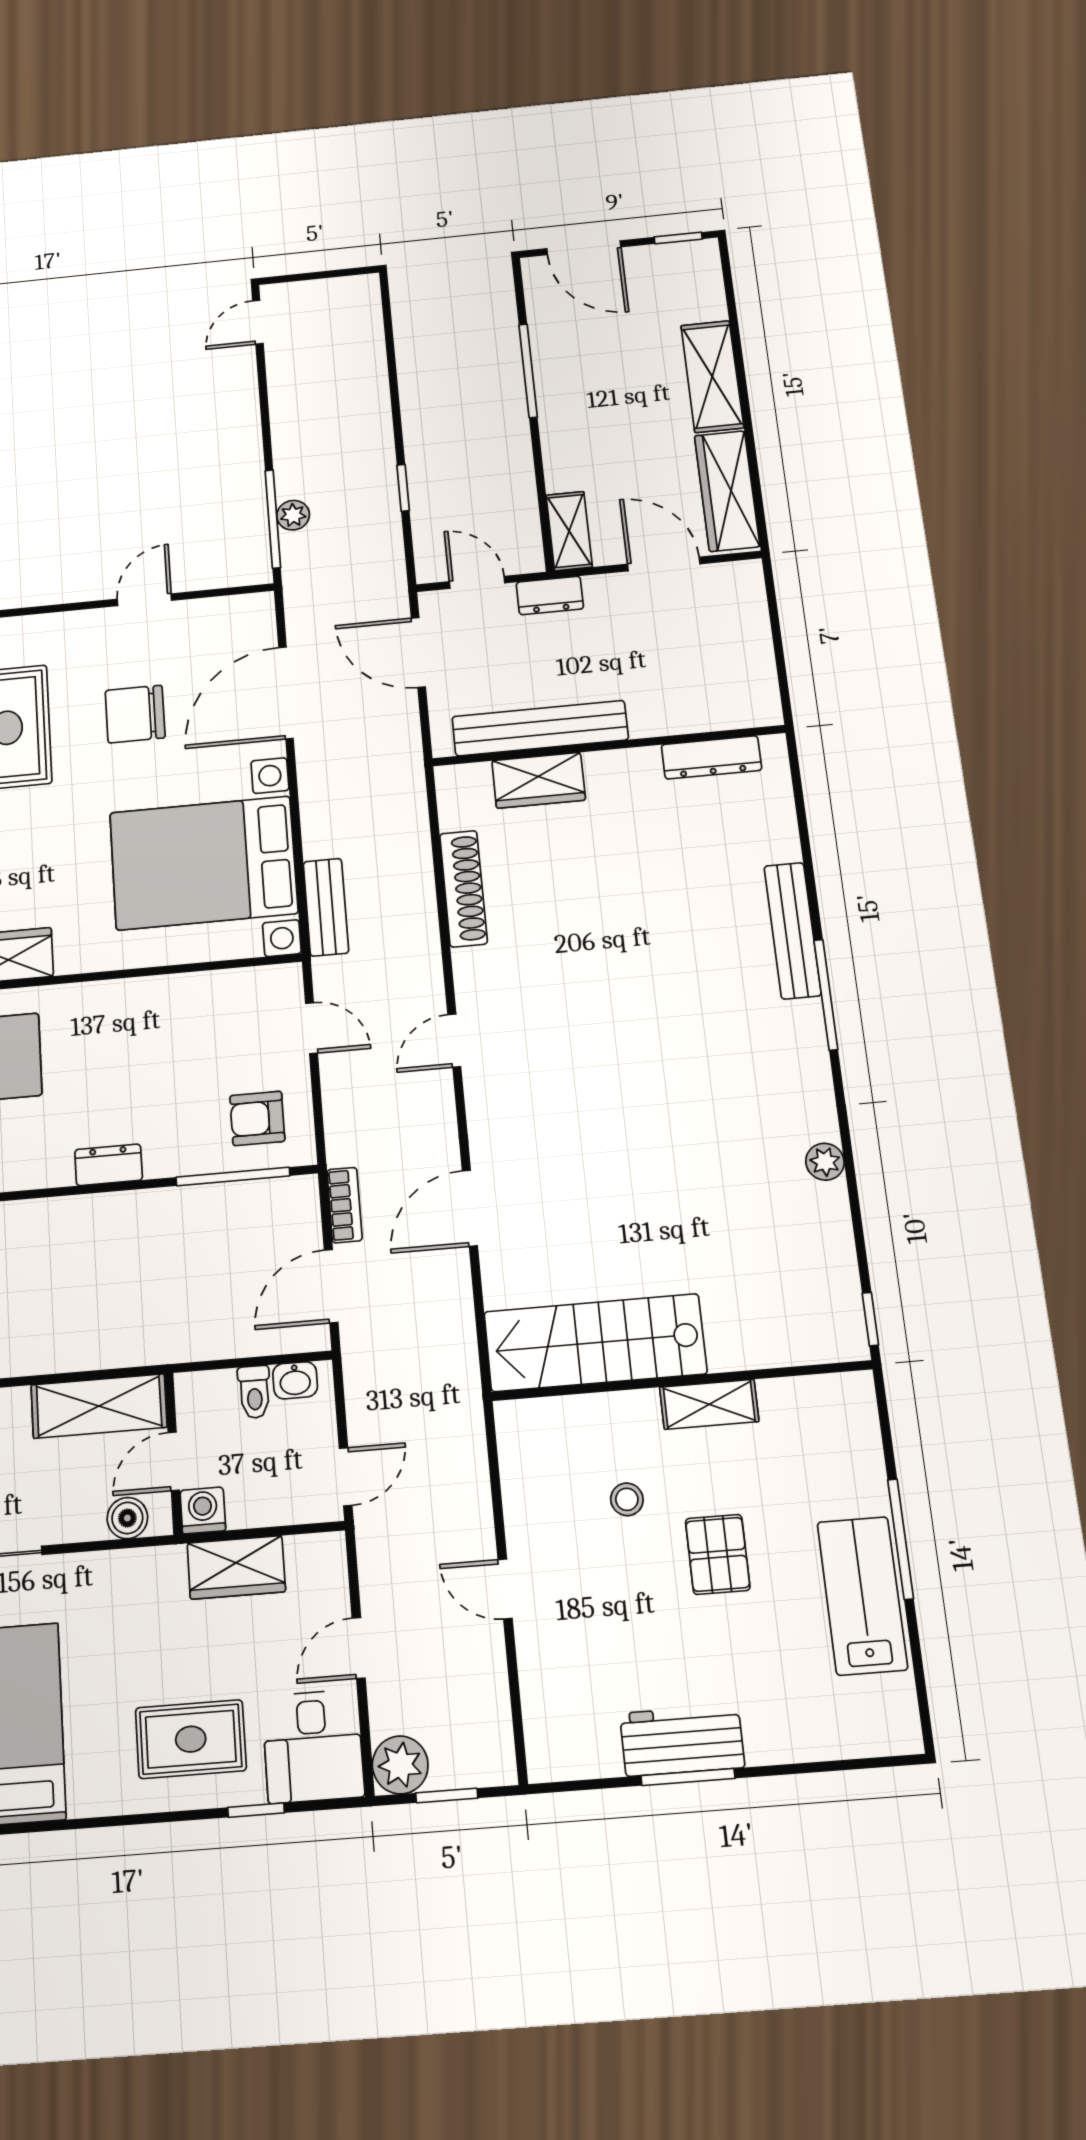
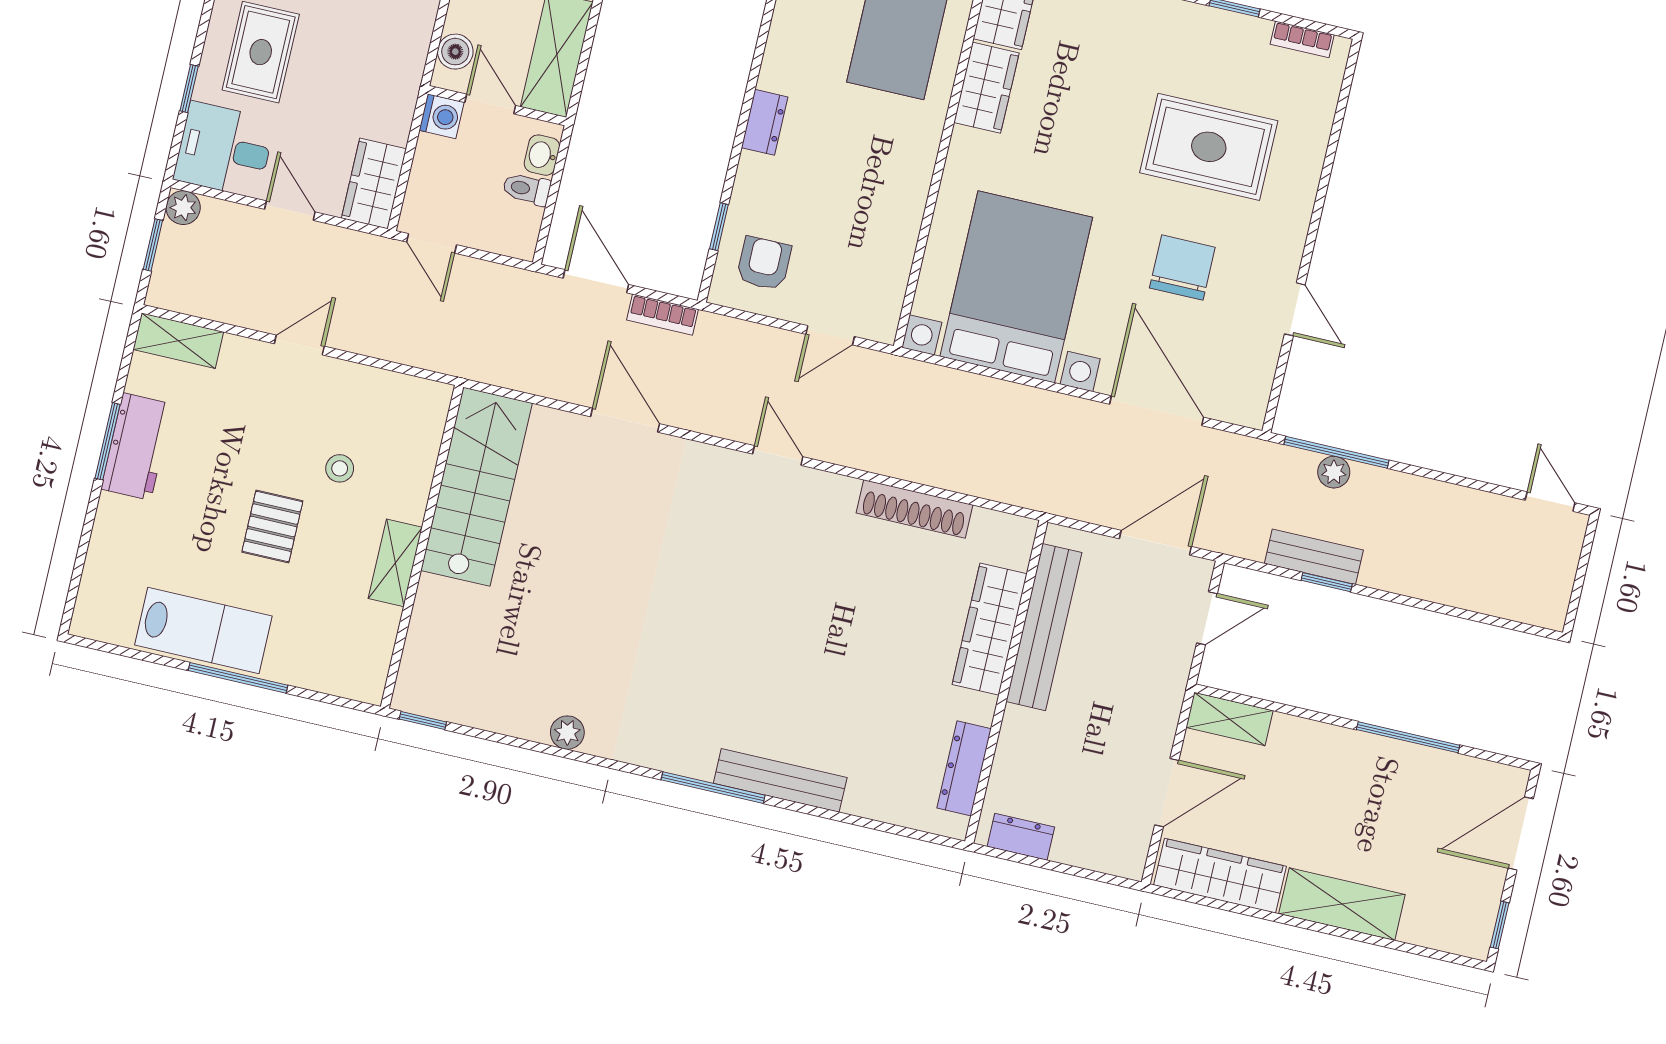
dresser: (550, 595) -> (1021, 837), moved, turned 90
wardrobe: (539, 780) -> (990, 629), width x1.50
bench: (326, 907) -> (1314, 557), moved
window: (233, 1177) -> (719, 227), width x0.46
washbasin: (295, 1380) -> (542, 155), moved
pallet: (718, 1554) -> (272, 526), turned 90
wardrobe: (236, 1567) -> (374, 184), moved
shelving: (546, 1730) -> (178, 341), added
plant: (400, 1765) -> (183, 208), width x0.73, depth x0.73

